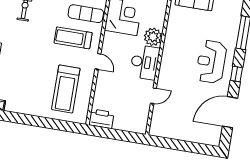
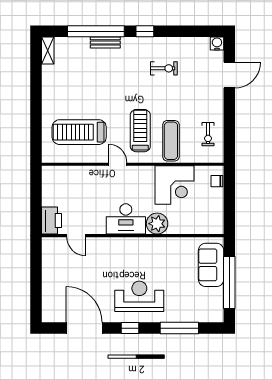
door: (98, 61) -> (118, 164), swing flipped
door: (153, 96) -> (76, 236), moved
printer: (101, 119) -> (51, 221), moved

